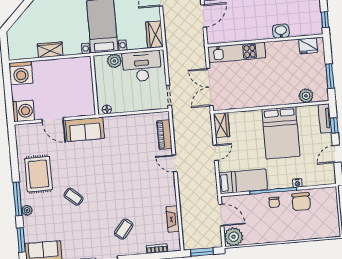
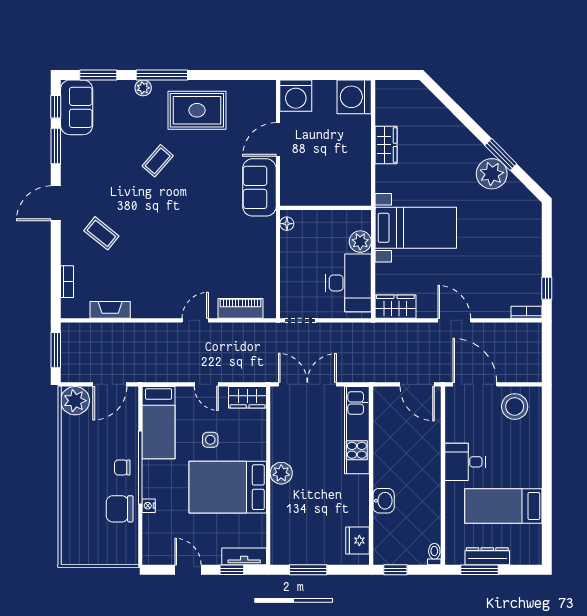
plant: (306, 96) -> (281, 473), moved
side table: (251, 147) -> (210, 440), added

